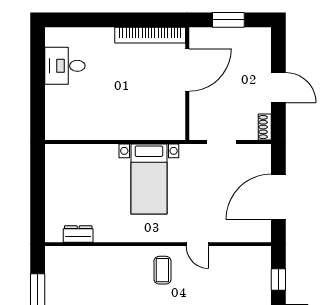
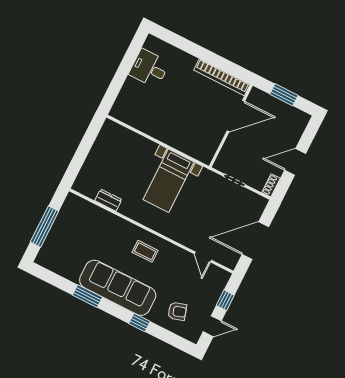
door: (278, 88) -> (295, 162), swing flipped
dresser: (78, 234) -> (108, 200), moved
door: (197, 244) -> (203, 257), moved
coffee table: (162, 270) -> (145, 251), turned 90

